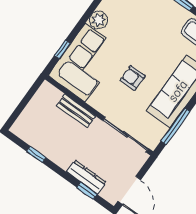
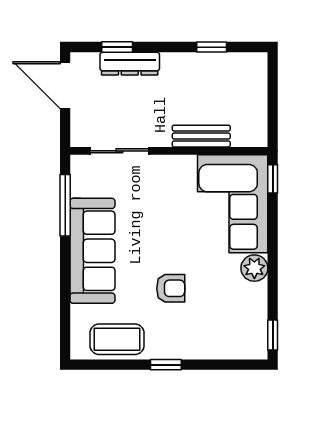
window: (62, 49) -> (273, 179), moved
armchair: (133, 78) -> (171, 288), moved
sliding door: (125, 134) -> (119, 151), width x0.73

